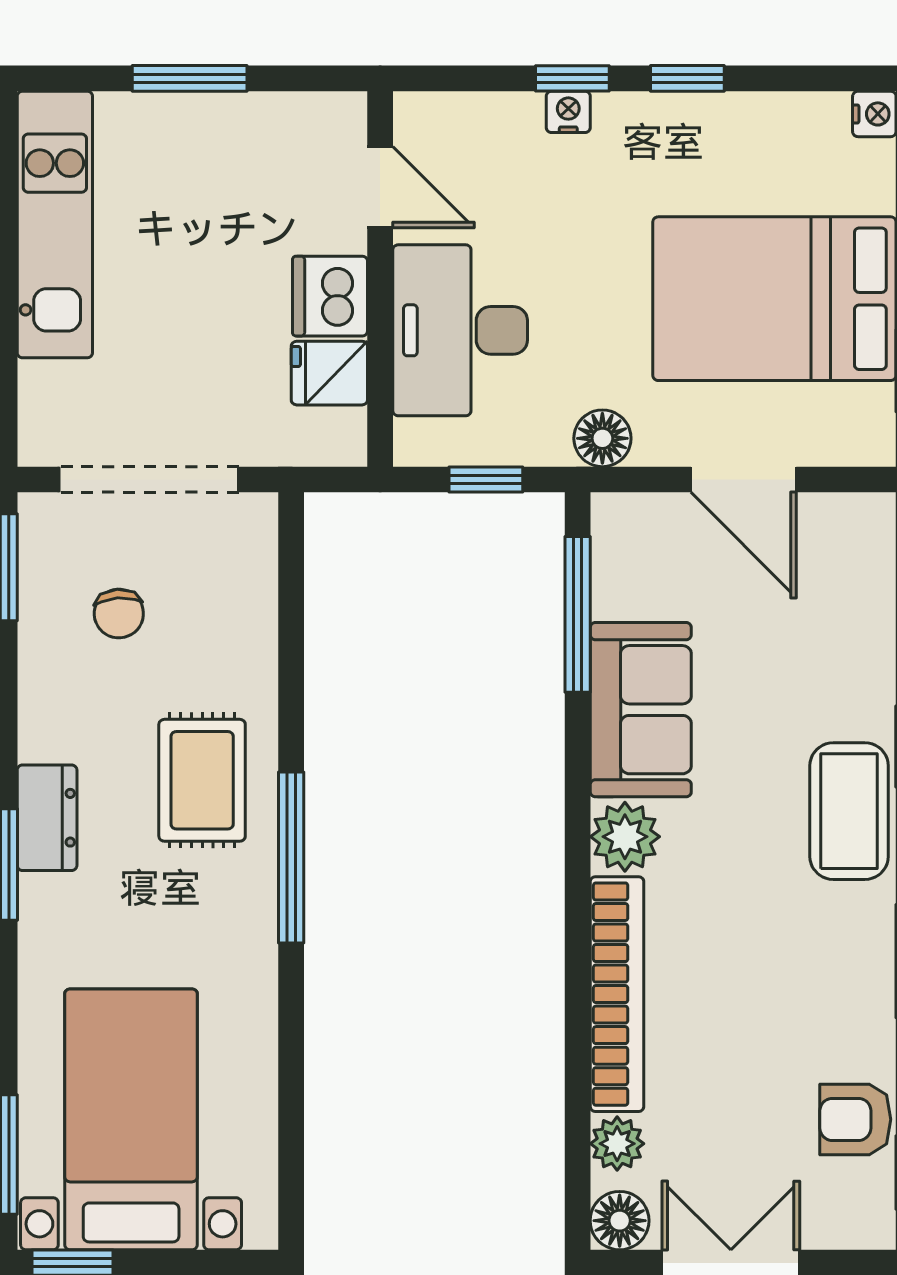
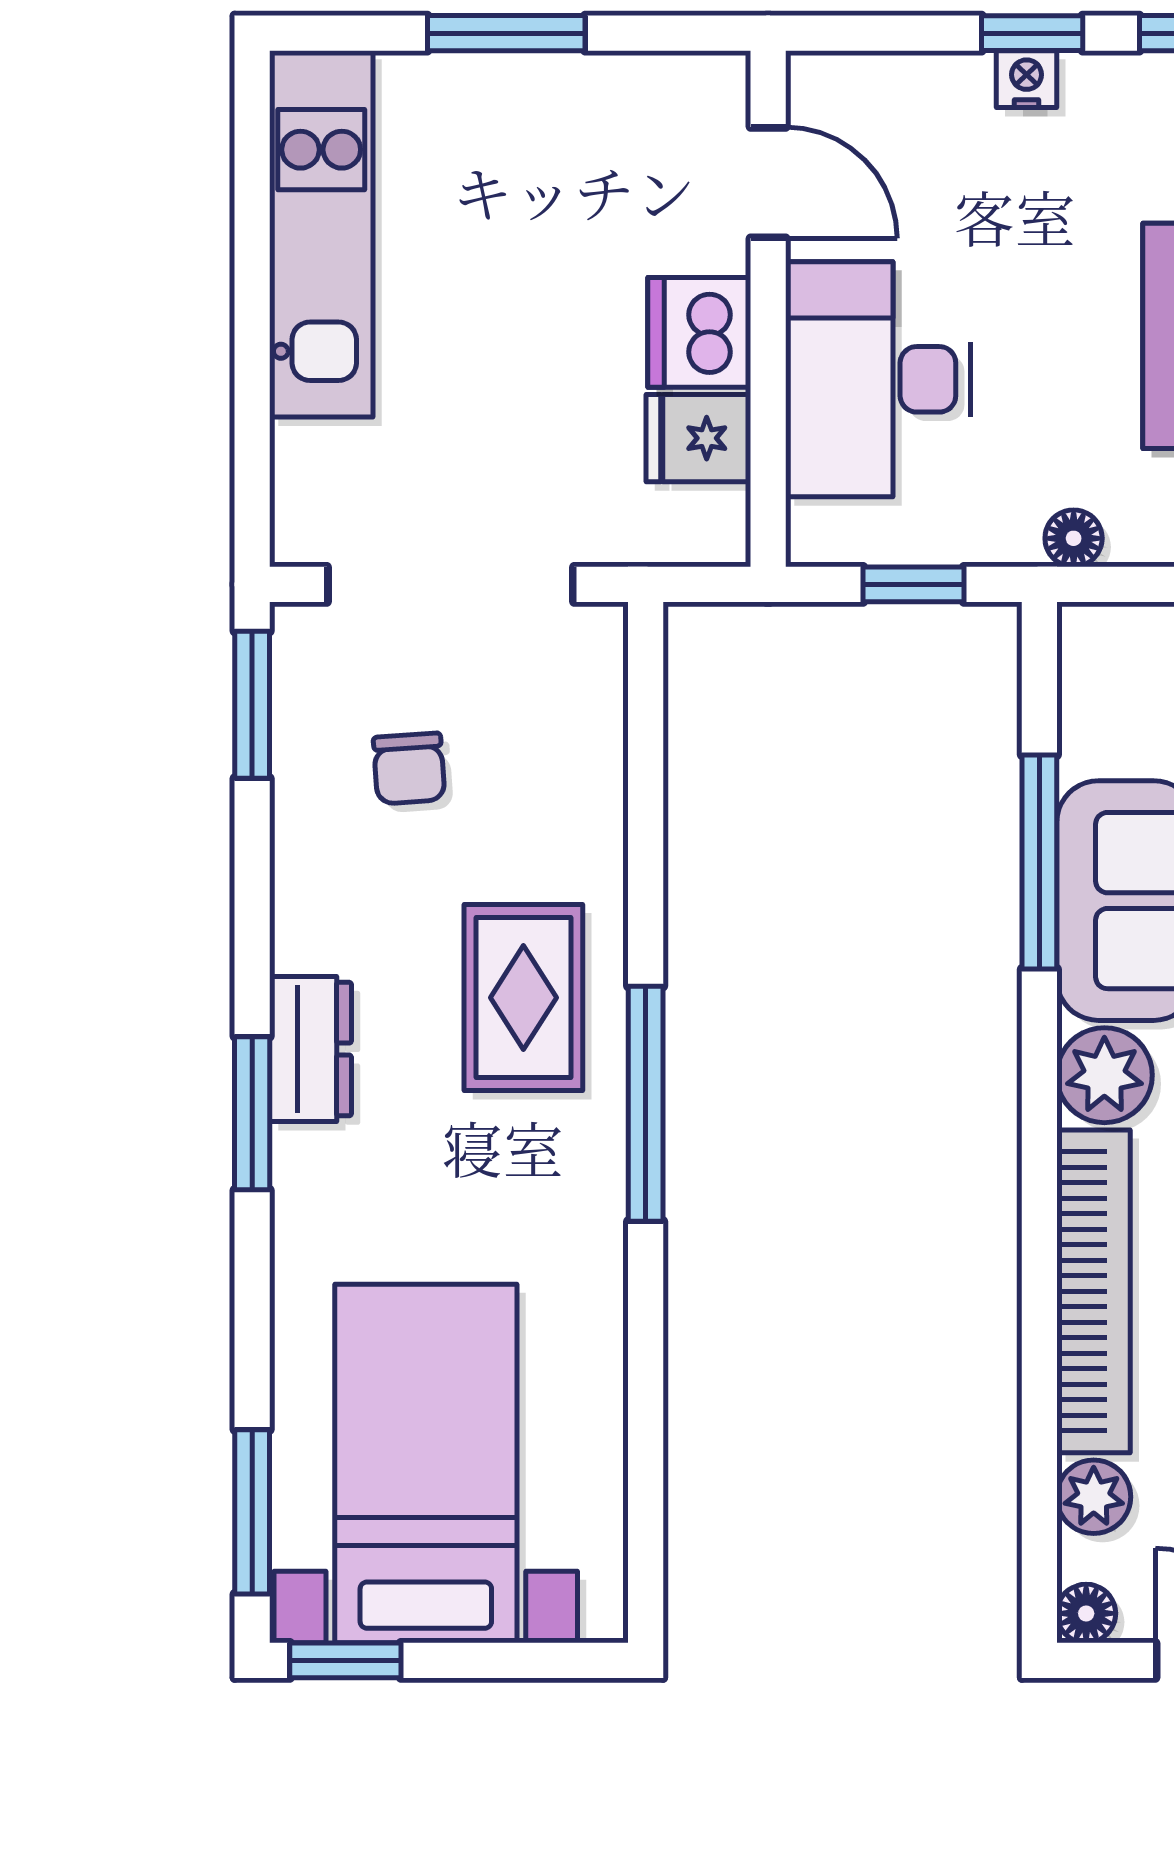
floor lamp: (602, 438) -> (1074, 538), width x0.73, depth x0.73
window: (578, 614) -> (1039, 862), moved
floor lamp: (620, 1221) -> (1086, 1613), width x0.73, depth x0.73

